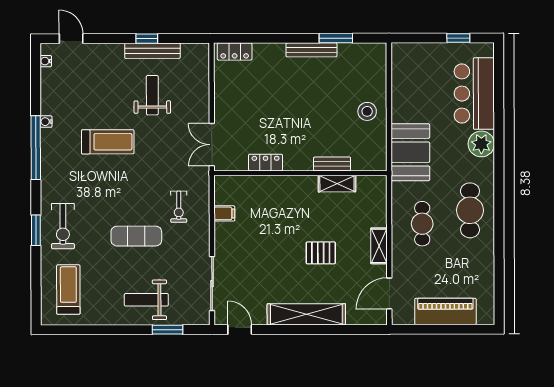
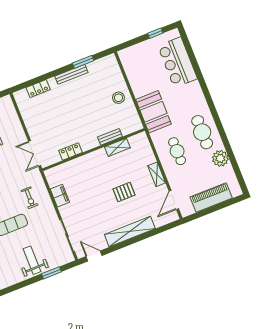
locker: (235, 52) -> (38, 89), moved
plant: (481, 144) -> (220, 158), moved
filing cabinet: (224, 213) -> (60, 196), width x2.00
weight bench: (146, 300) -> (32, 260), turned 90

